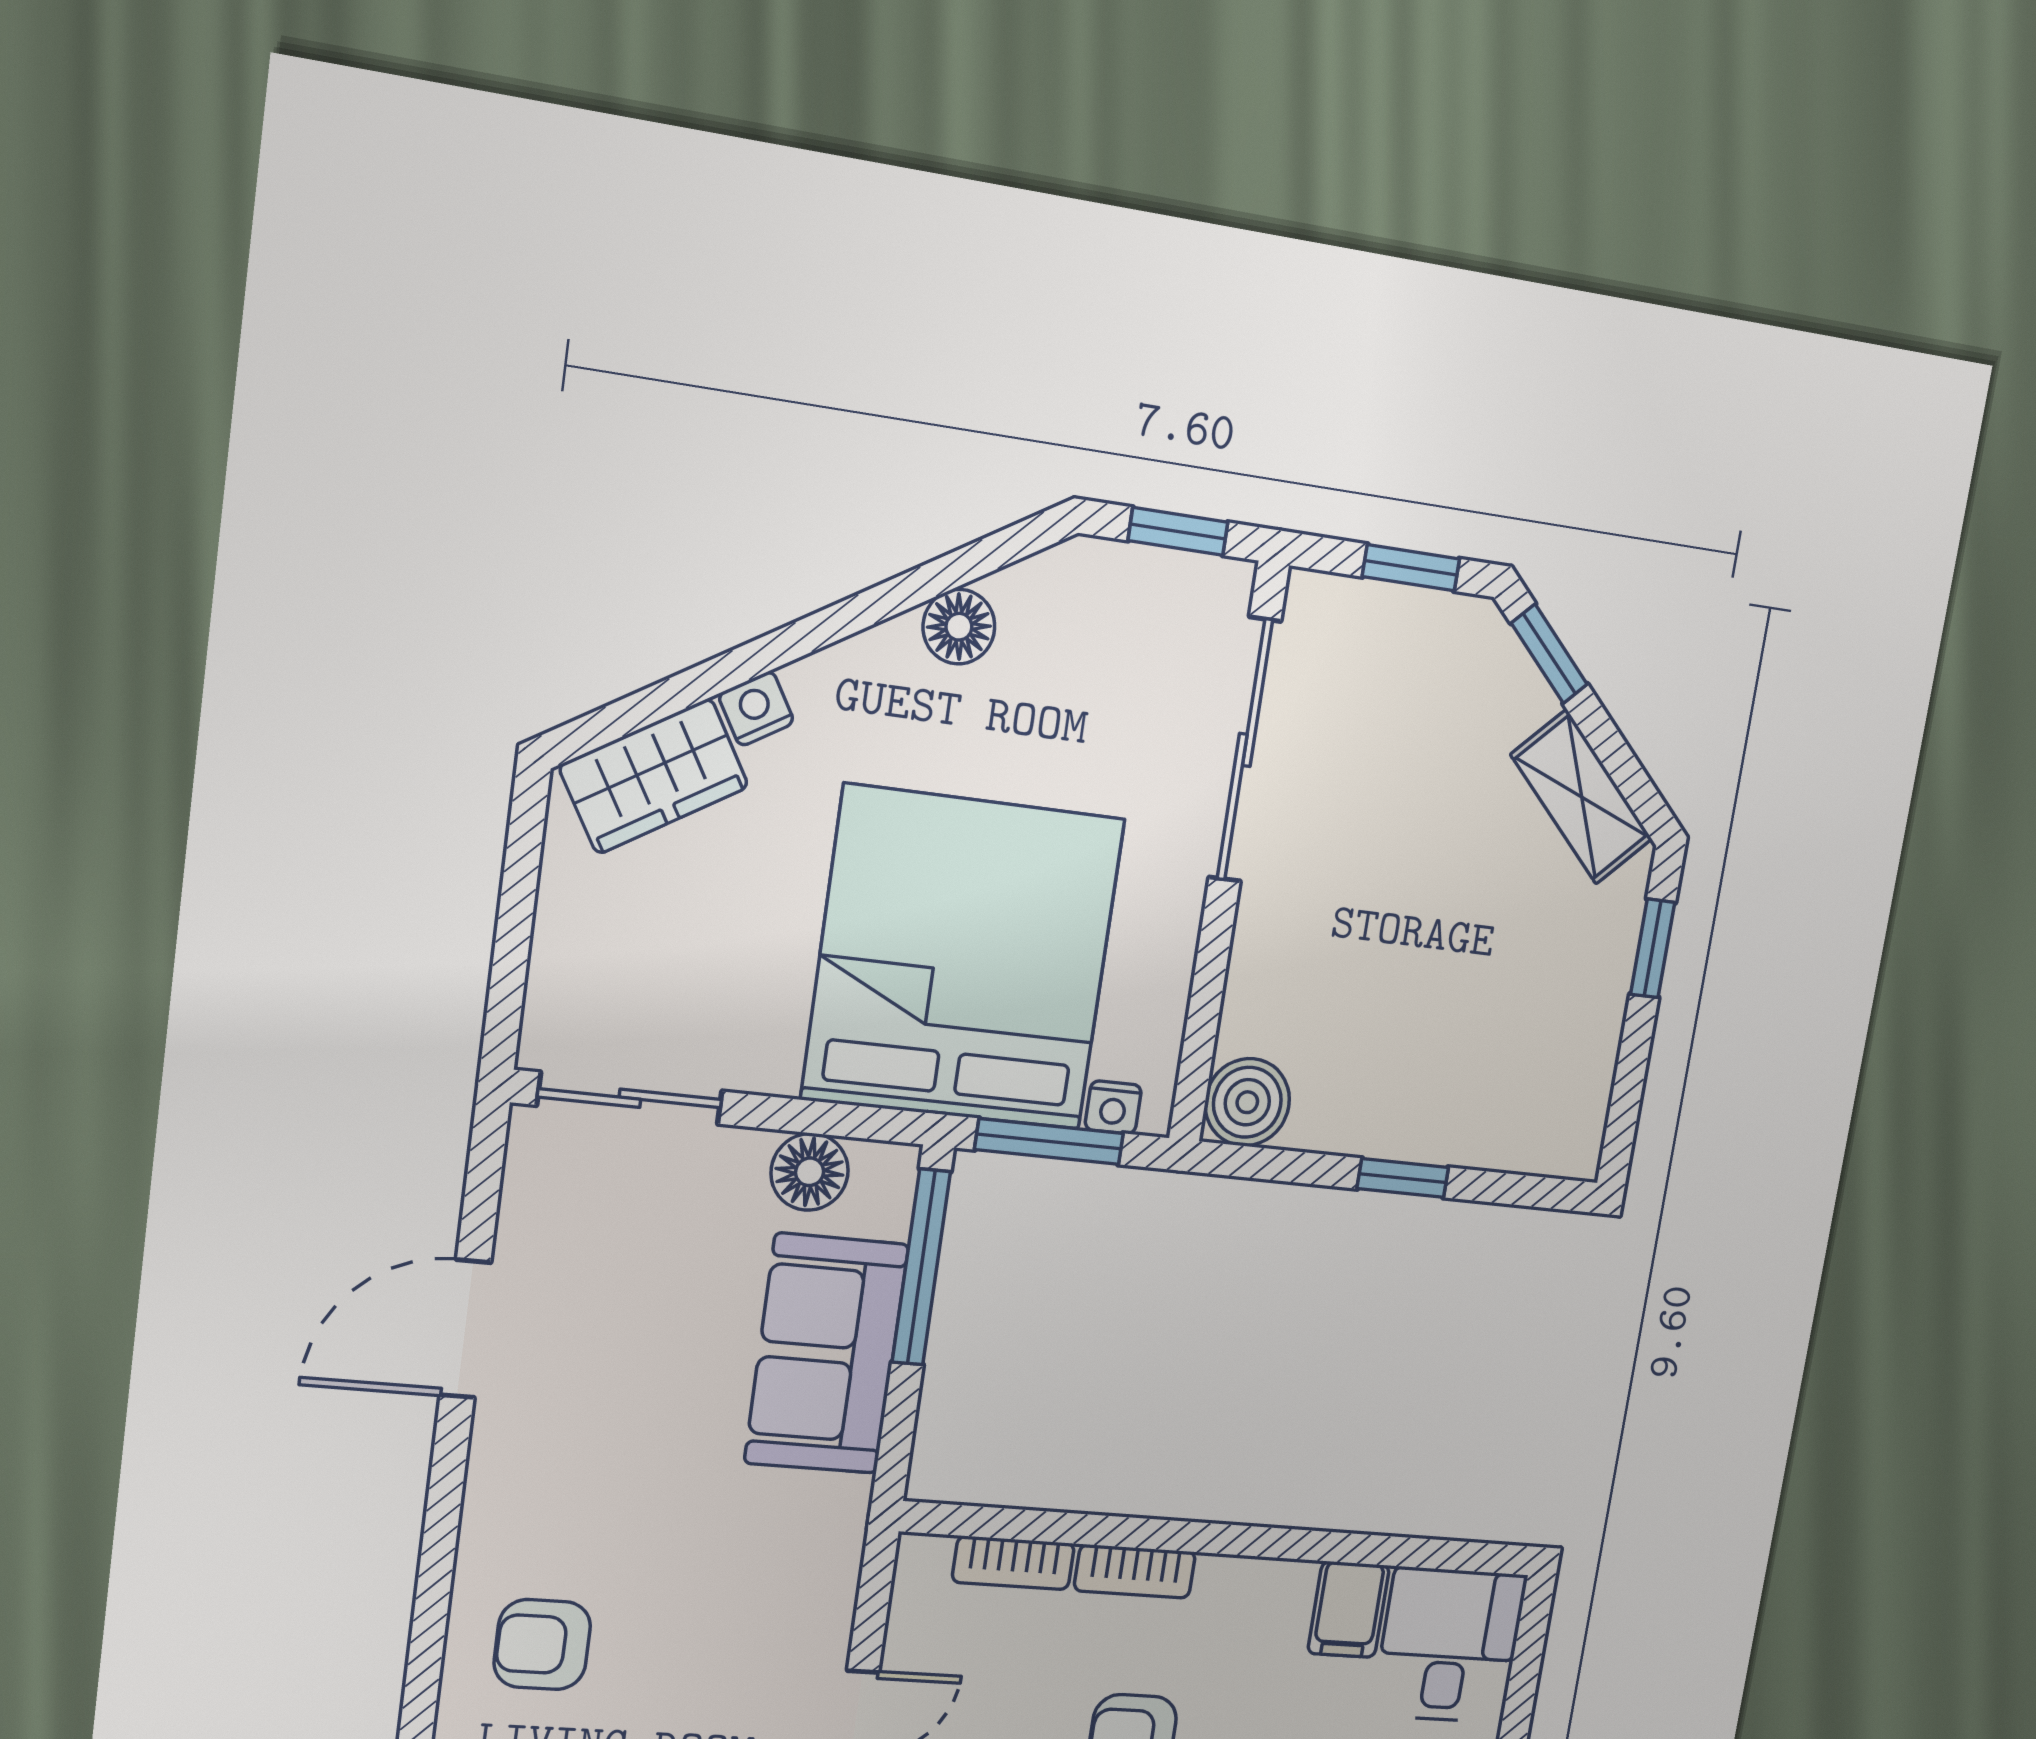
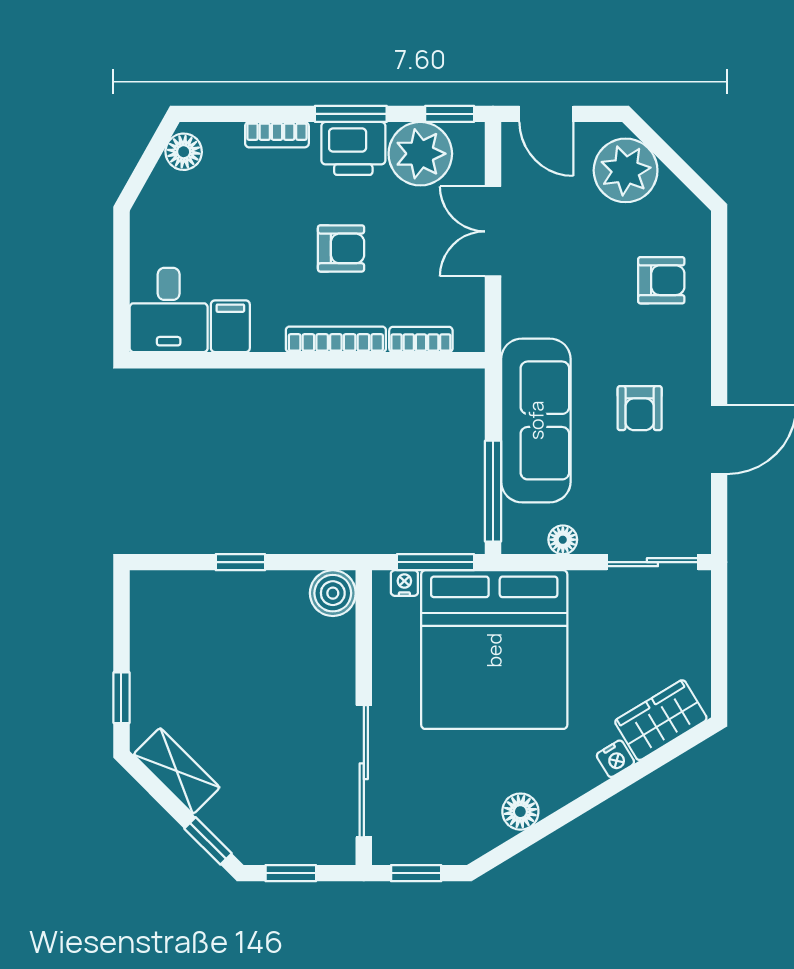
floor lamp: (810, 1172) -> (563, 540), width x0.73, depth x0.73
sofa: (826, 1354) -> (536, 420), width x1.36
armchair: (616, 1403) -> (640, 408), added
bookcase: (1135, 1571) -> (336, 339), width x1.56

